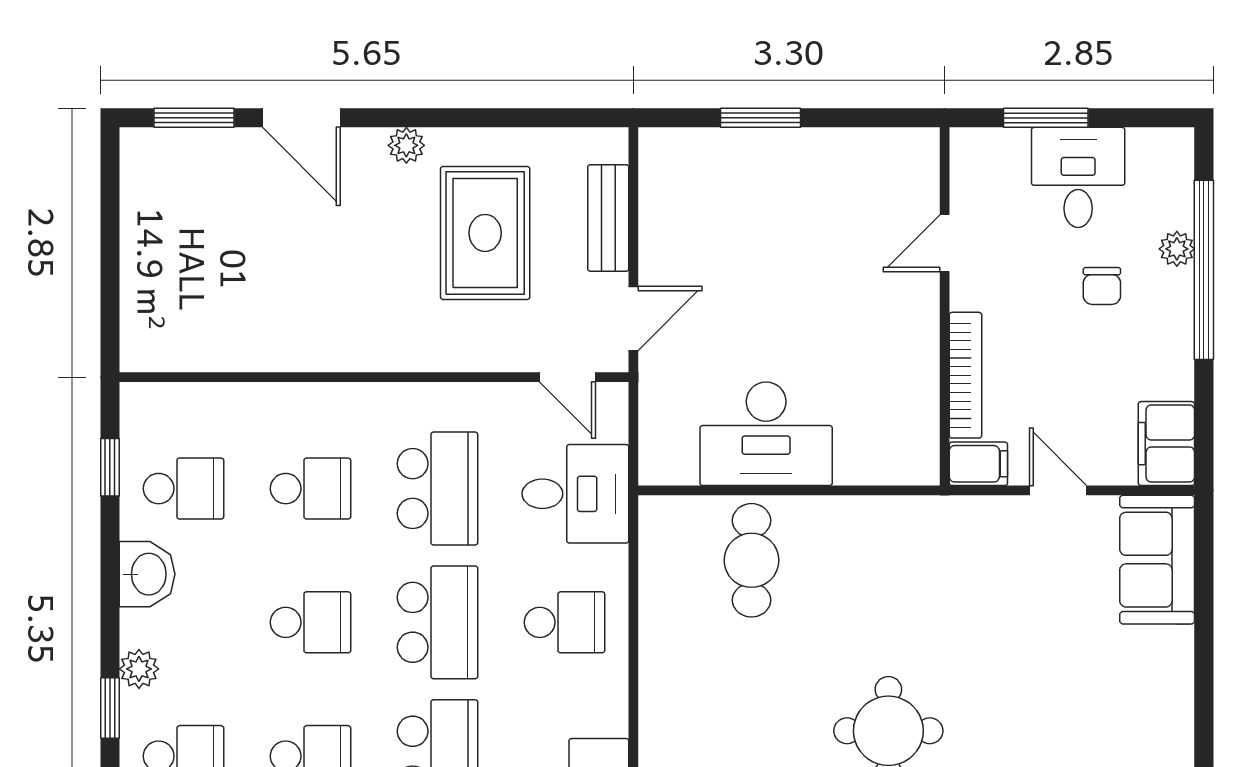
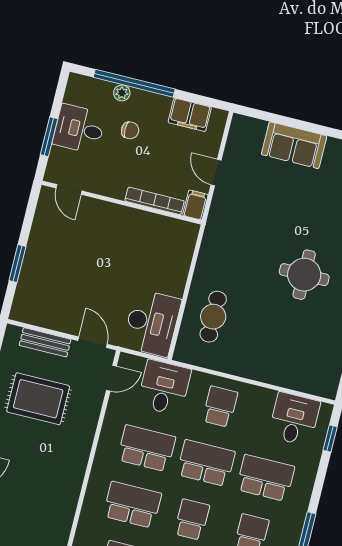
door: (945, 243) -> (69, 189), moved
desk: (766, 434) -> (152, 323), moved
filing cabinet: (1166, 444) -> (190, 115), moved
school desk: (310, 489) -> (132, 505), width x1.85
door: (1058, 490) -> (216, 173), hinge flipped
cafe table: (751, 560) -> (213, 317), turned 90
sofa: (1157, 560) -> (294, 145), moved

